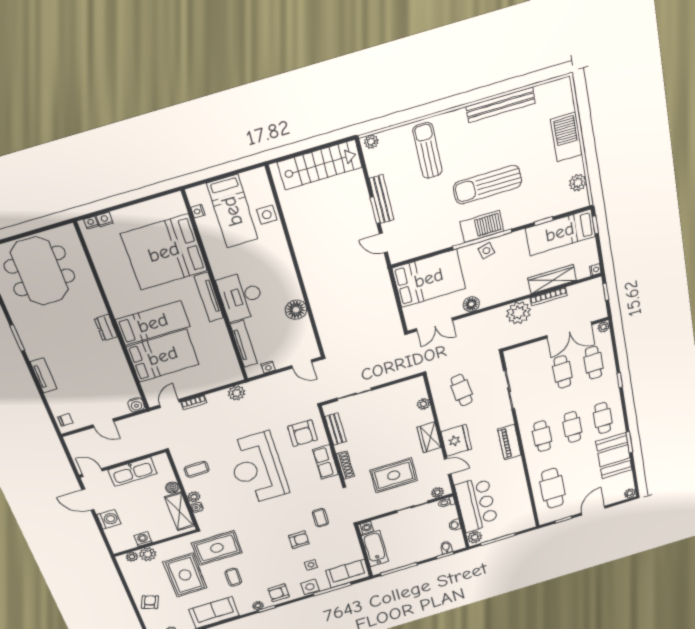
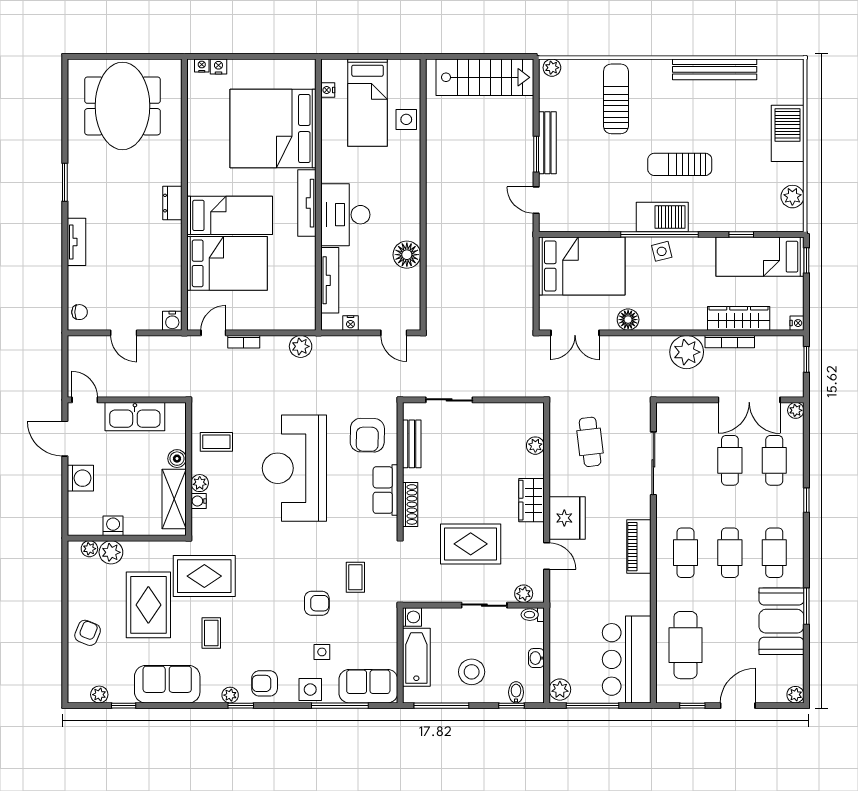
sun lounger: (487, 185) -> (680, 164), width x0.73, depth x0.75
bar counter: (476, 504) -> (627, 659), moved, turned 180
stool: (414, 545) -> (472, 672), added

